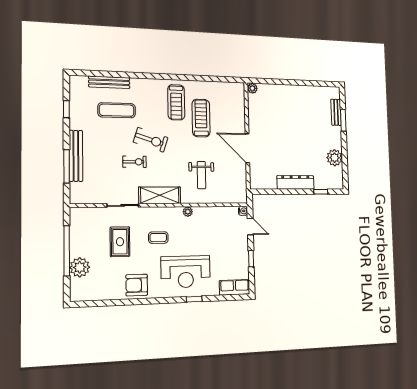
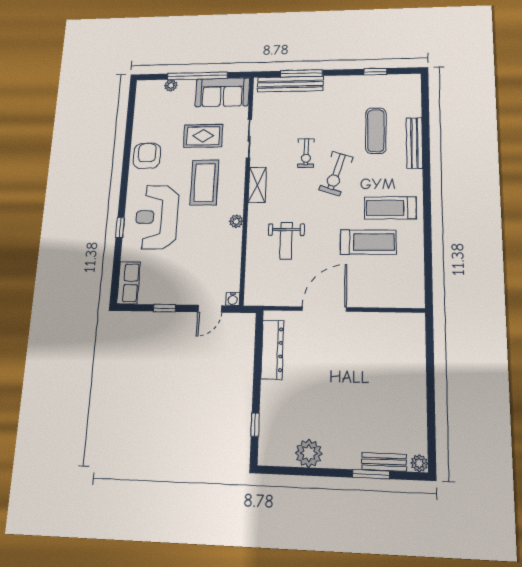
bench: (109, 82) -> (414, 143), moved
plant: (252, 88) -> (419, 463), moved
bench: (76, 156) -> (290, 84), moved
weight bench: (201, 175) -> (286, 241), turned -90
dresser: (295, 182) -> (272, 349), moved
shelving: (160, 195) -> (257, 185), width x0.67, depth x0.75
sofa: (82, 229) -> (222, 92), added
coffee table: (158, 238) -> (204, 183), width x1.86, depth x1.72
plant: (80, 267) -> (171, 85), width x0.53, depth x0.53

